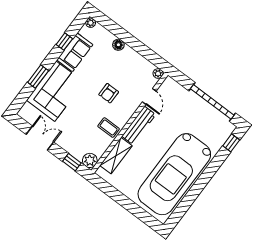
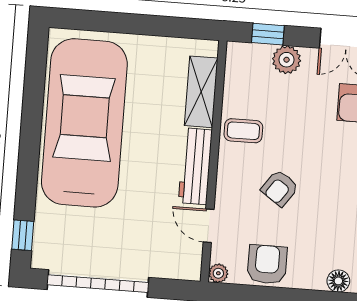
floor lamp: (118, 45) -> (338, 281), moved
armchair: (135, 64) -> (267, 264), added
armchair: (109, 93) -> (280, 188), turned -145
plant: (90, 160) -> (287, 60), moved

